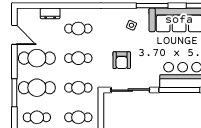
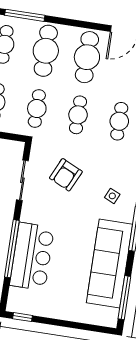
armchair: (122, 60) -> (66, 175), turned -65
sliding door: (130, 90) -> (22, 180), width x0.73
window: (14, 93) -> (25, 15), moved

